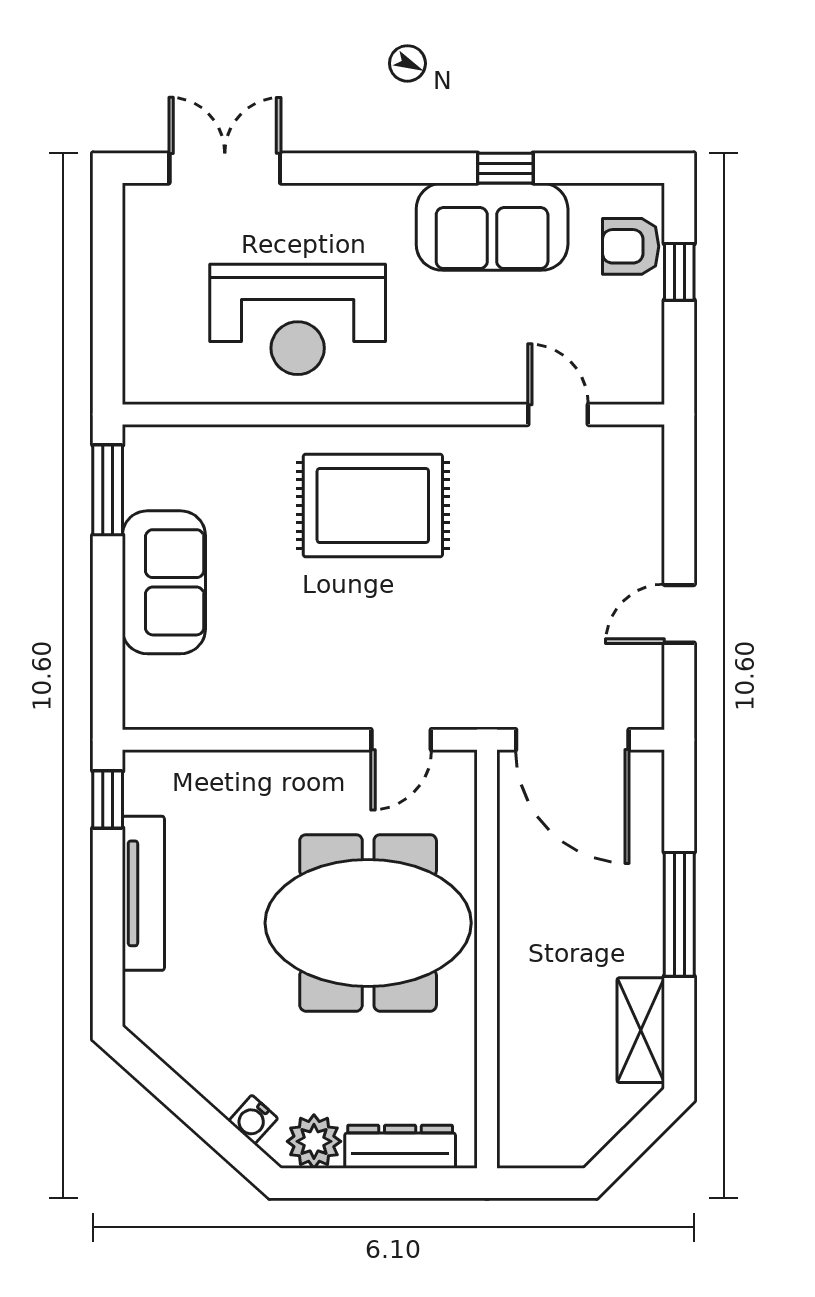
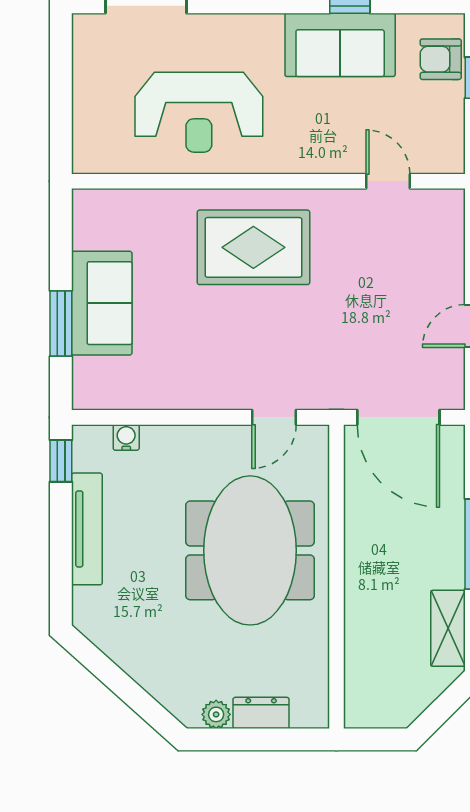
window: (108, 490) -> (61, 323), moved
meeting table: (368, 923) -> (250, 550), turned 90
water cooler: (253, 1120) -> (126, 437), moved, turned 138
plant: (314, 1141) -> (216, 714), width x0.73, depth x0.73
dresser: (400, 1147) -> (261, 713), width x0.70

